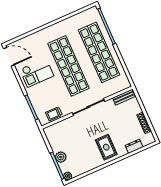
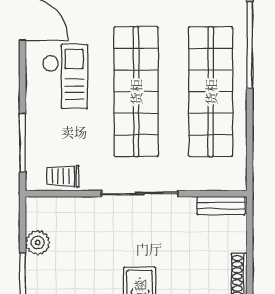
checkout: (37, 73) -> (65, 76), turned -90
plant: (61, 157) -> (38, 243), moved

